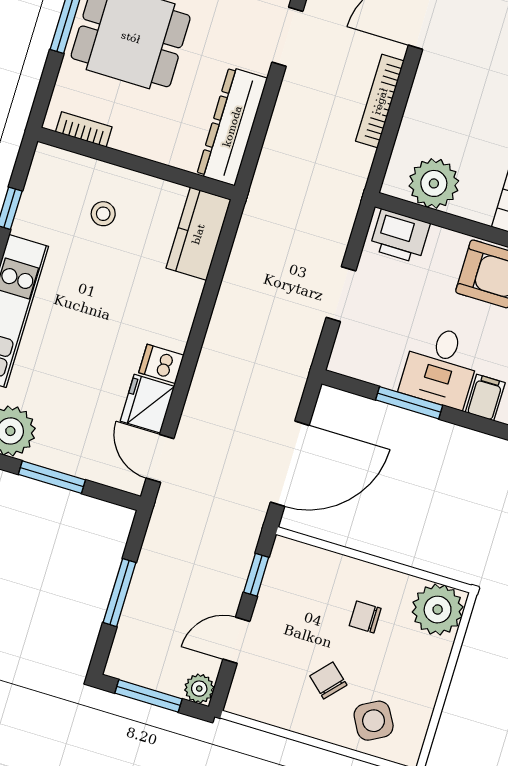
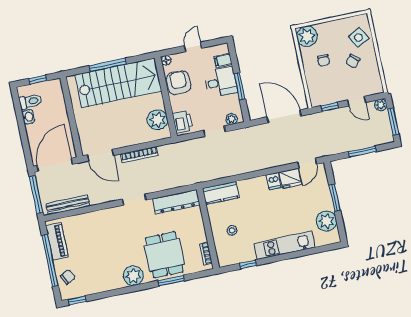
plant: (347, 346) -> (232, 119), added

